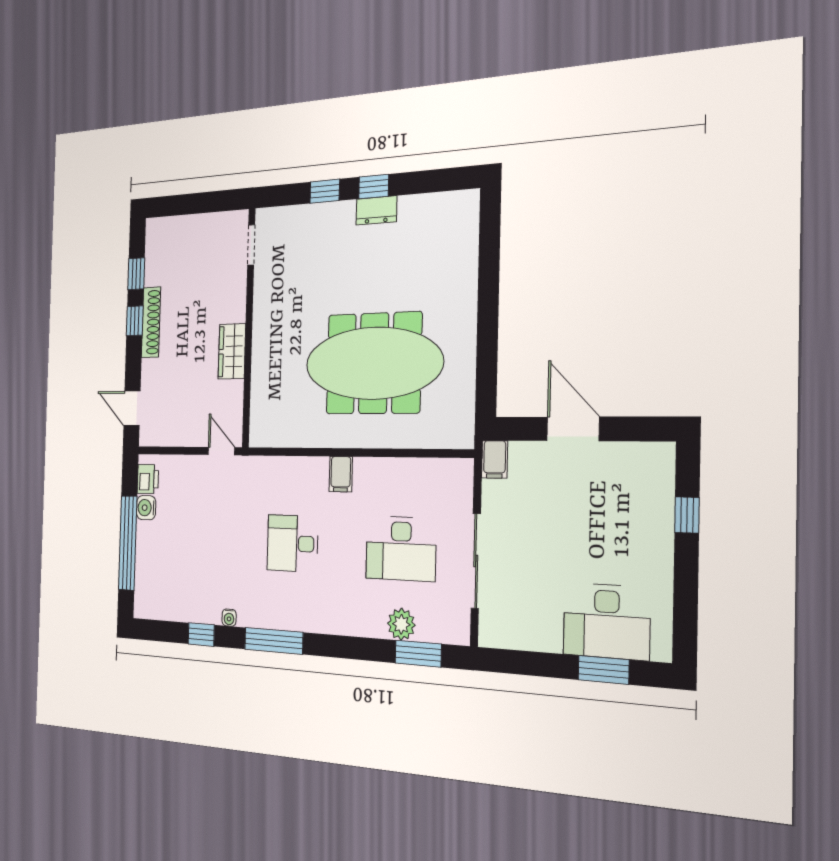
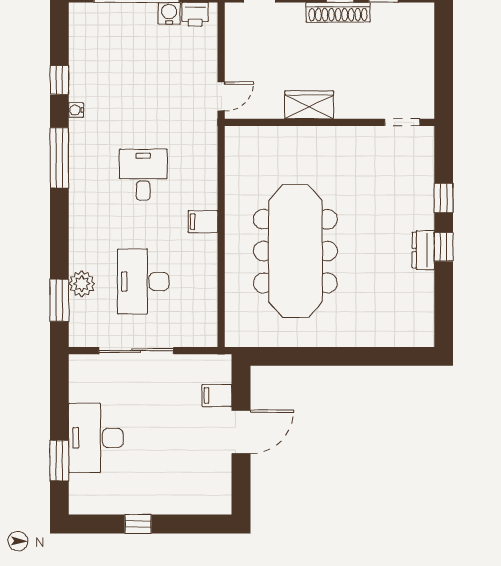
filing cabinet: (495, 459) -> (217, 396), moved
window: (687, 515) -> (138, 524), moved
desk: (606, 621) -> (96, 438), moved

